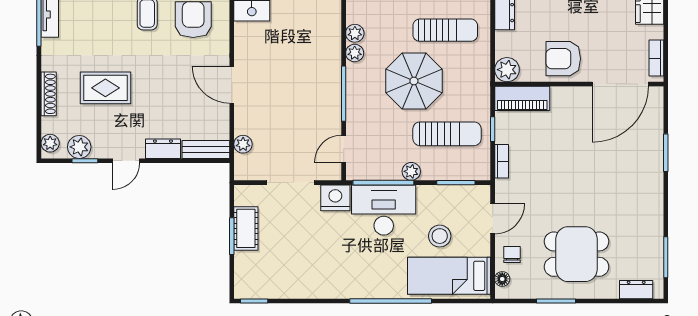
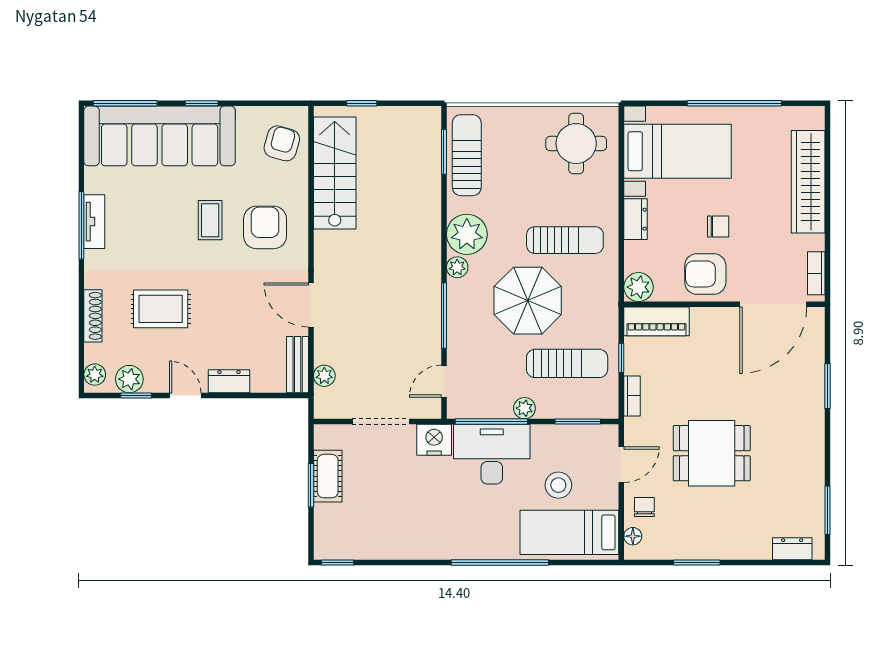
chair: (574, 19) -> (718, 227), added
plant: (355, 33) -> (467, 234), width x1.88, depth x1.88
bench: (206, 149) -> (298, 365), moved, turned 90
door: (126, 161) -> (185, 395), swing flipped
dining table: (577, 254) -> (712, 453), moved

